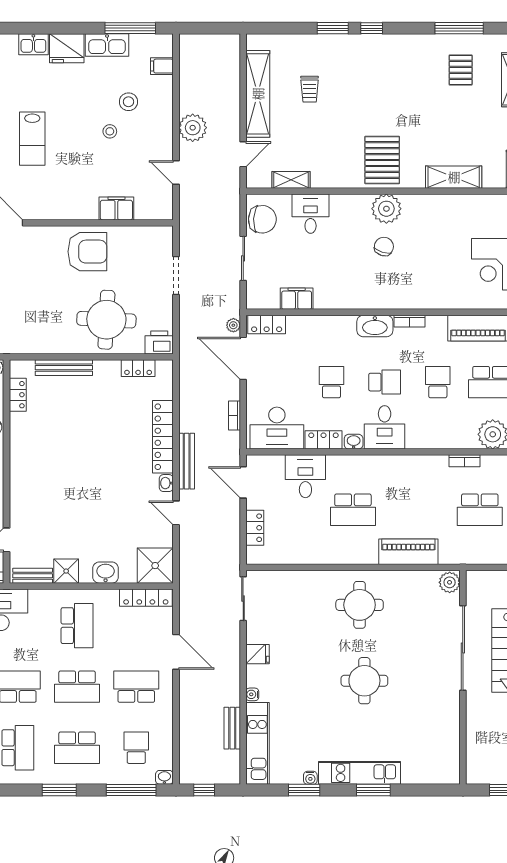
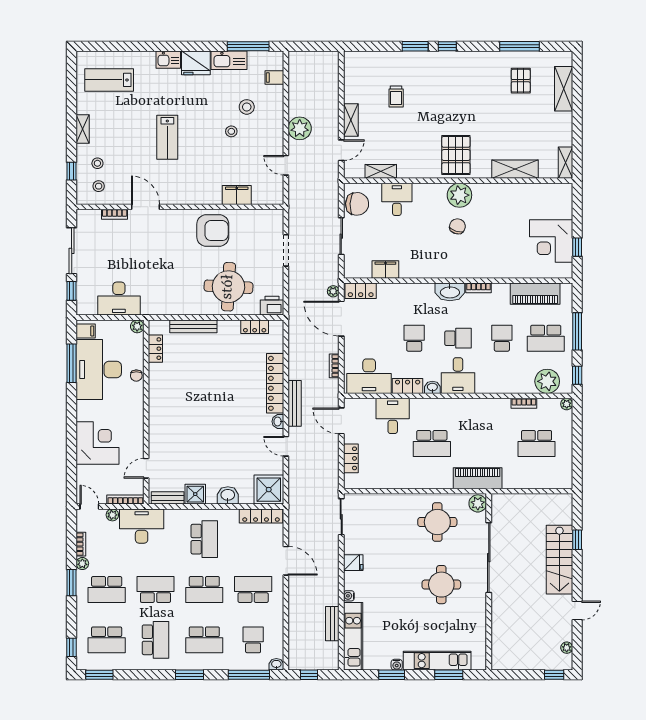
shelving: (258, 94) -> (351, 120), width x0.45, depth x0.75
plant: (450, 582) -> (478, 503), moved
sliding door: (463, 648) -> (489, 558), moved
wall: (463, 677) -> (489, 582), moved

